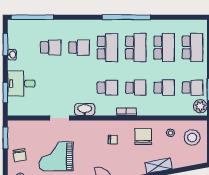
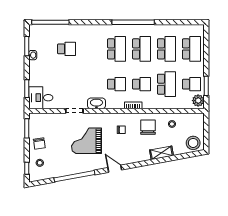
school desk: (79, 48) -> (92, 49), removed
desk: (21, 84) -> (41, 98), moved
school desk: (164, 88) -> (166, 84), width x1.85
stool: (192, 138) -> (193, 143), moved
grand piano: (56, 156) -> (87, 141), moved

